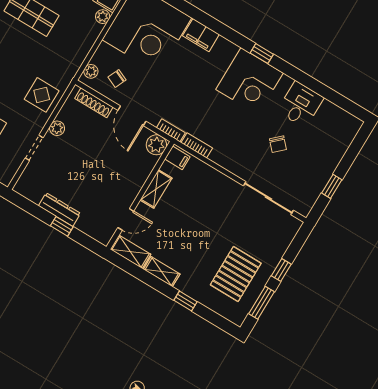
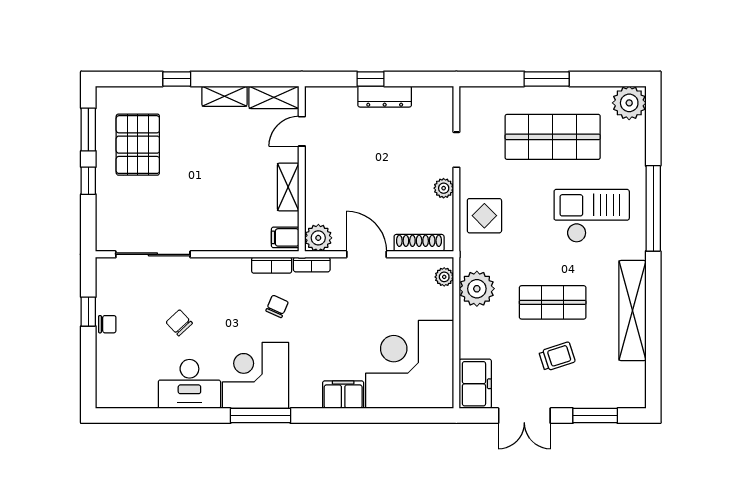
plant: (103, 17) -> (477, 289), moved, width x1.88, depth x1.88
window: (262, 54) -> (261, 416), width x2.17
chair: (117, 79) -> (277, 306), moved
desk: (300, 104) -> (189, 384), width x1.37
chair: (325, 171) -> (107, 324), added

